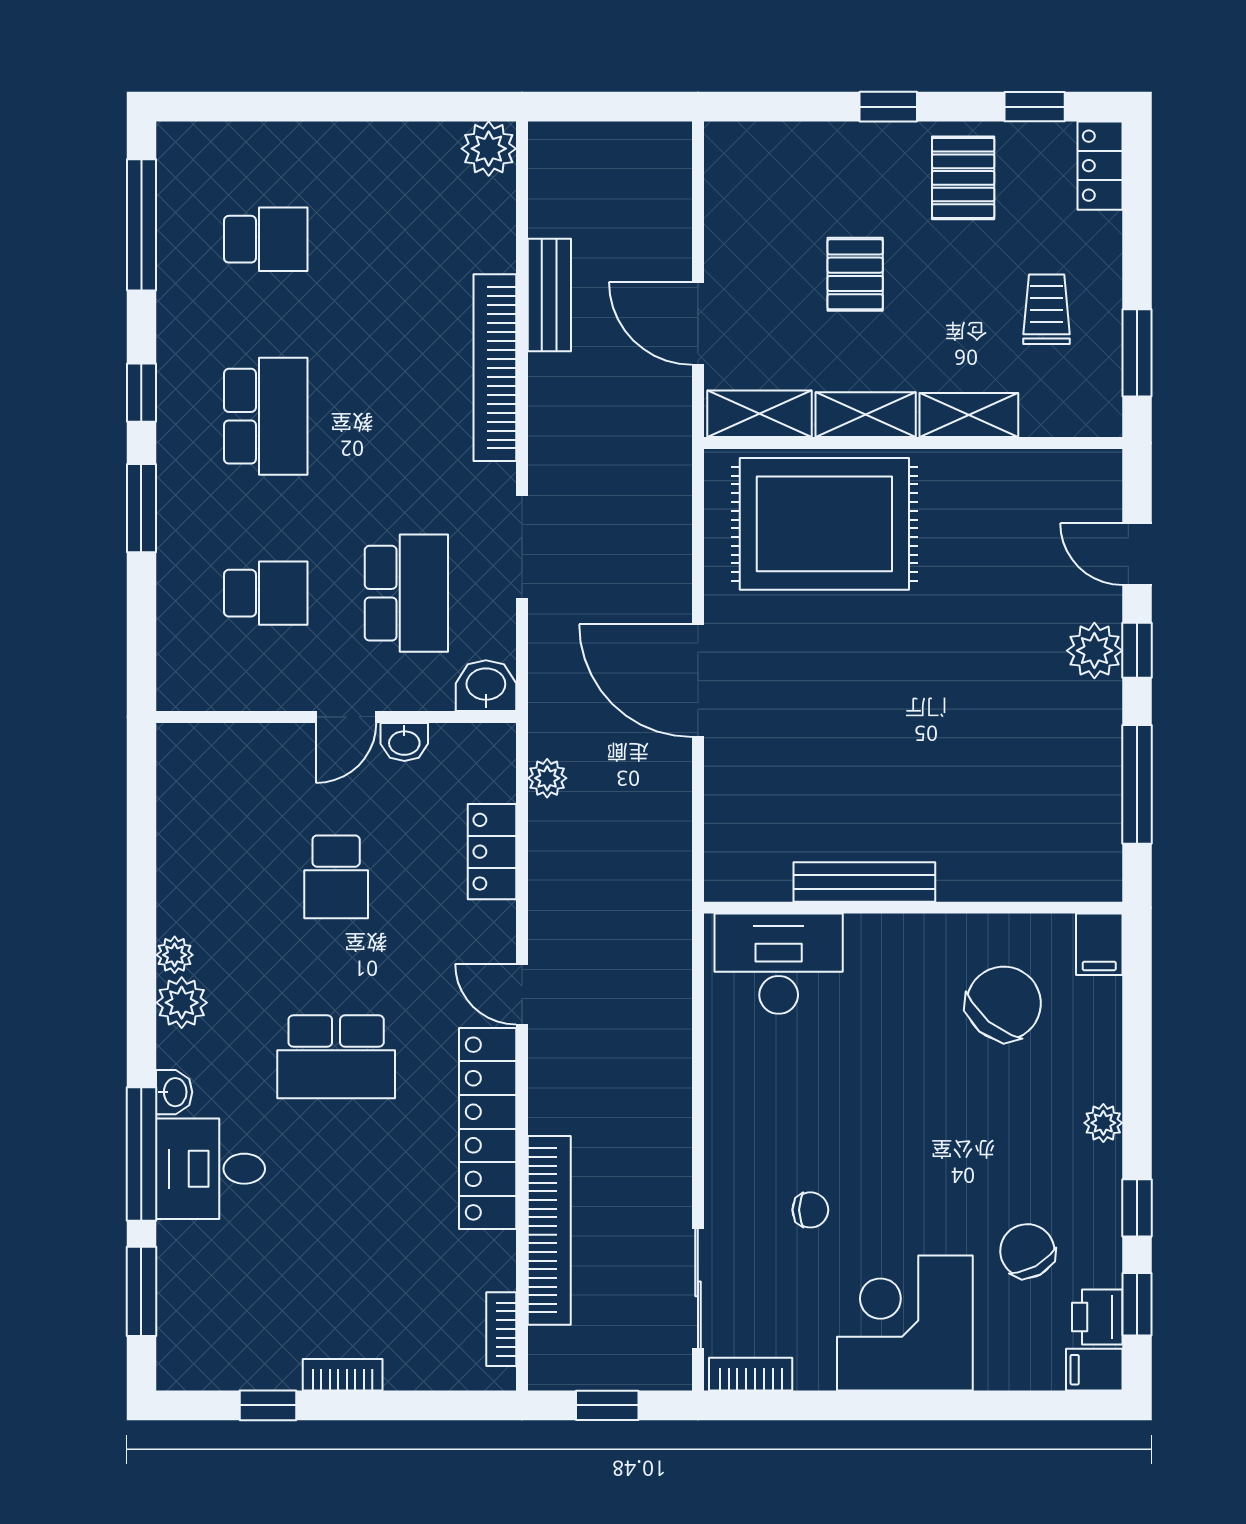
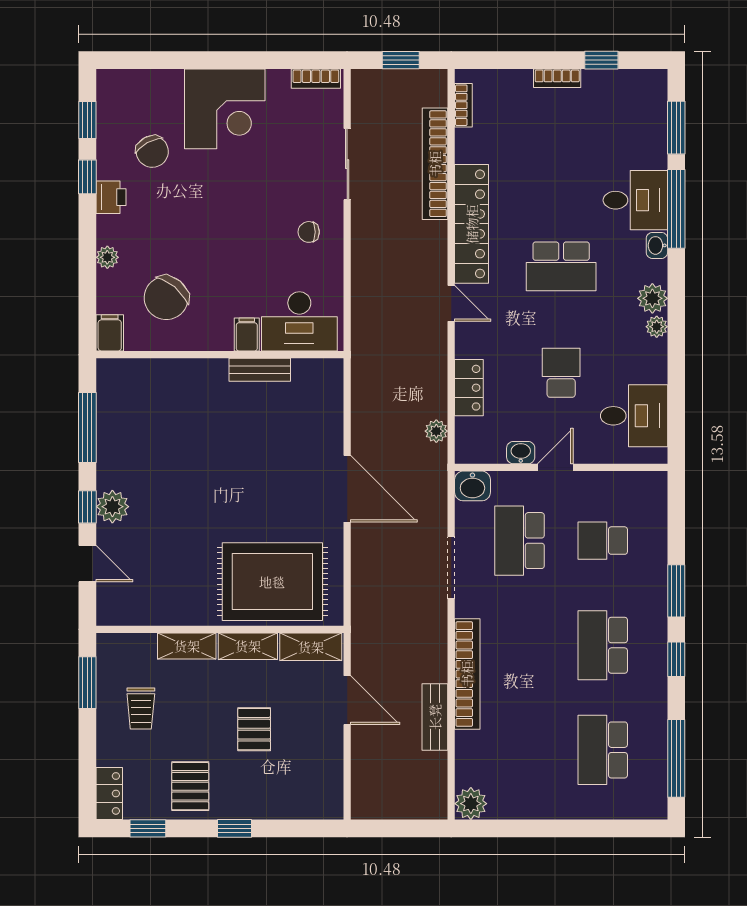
school desk: (266, 239) -> (603, 750), width x1.85
desk: (213, 804) -> (634, 416), added
bench: (864, 882) -> (260, 370), width x0.73
school desk: (336, 1057) -> (561, 266), turned 180
plant: (1103, 1123) -> (107, 257), moved
chair: (810, 1210) -> (309, 232), moved
sliding door: (698, 1289) -> (347, 164), moved
printer: (1097, 1317) -> (111, 197), moved
filing cabinet: (1094, 1370) -> (247, 335), moved, turned -90

